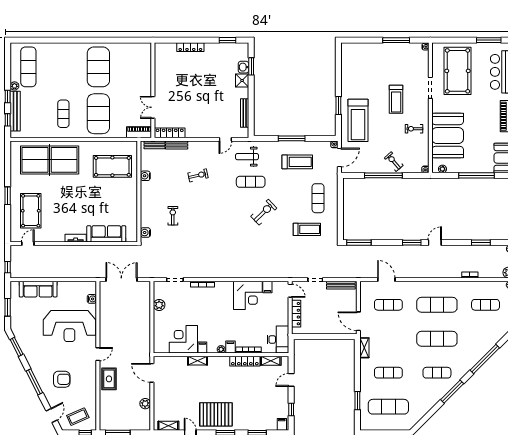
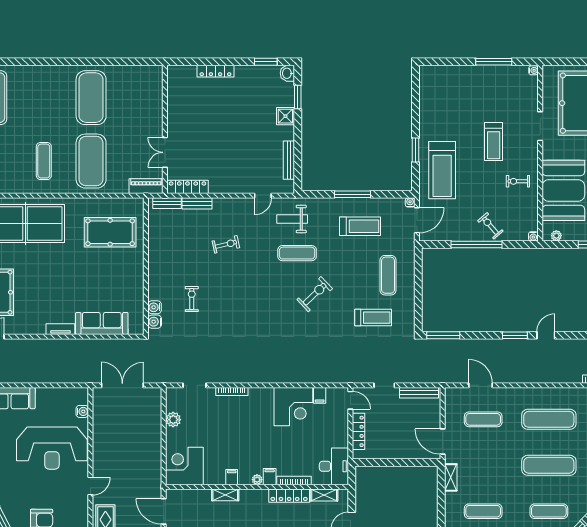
washbasin: (243, 67) -> (287, 73), moved
water cooler: (145, 176) -> (155, 307), moved
corner desk: (183, 339) -> (184, 466), moved

